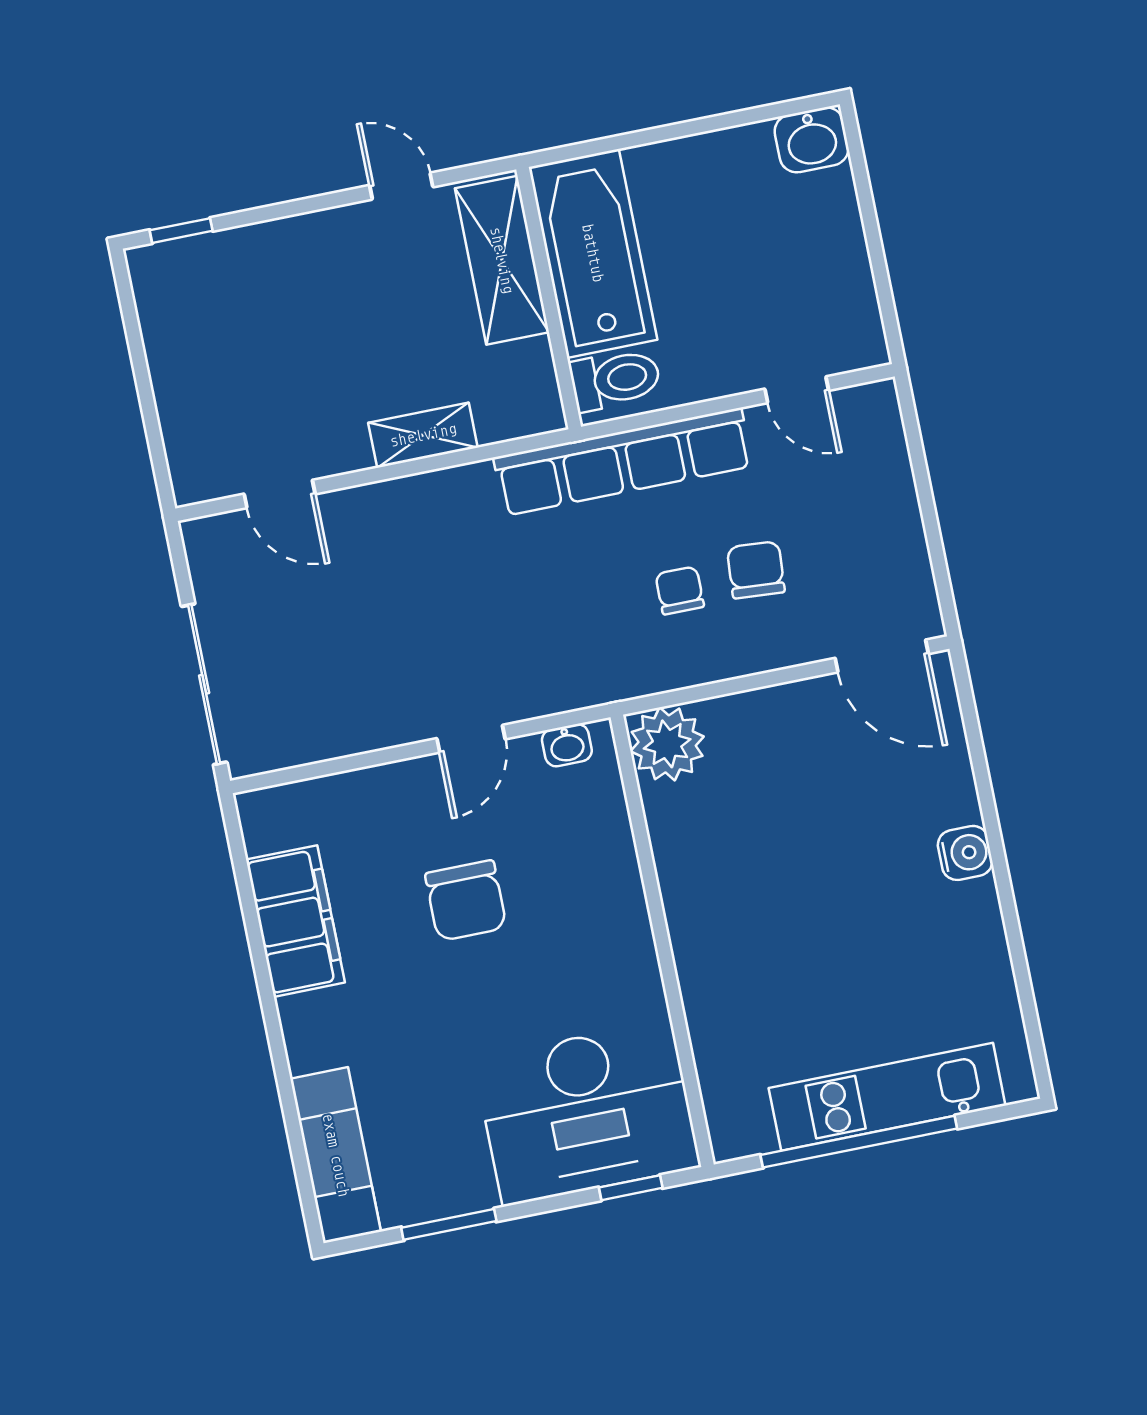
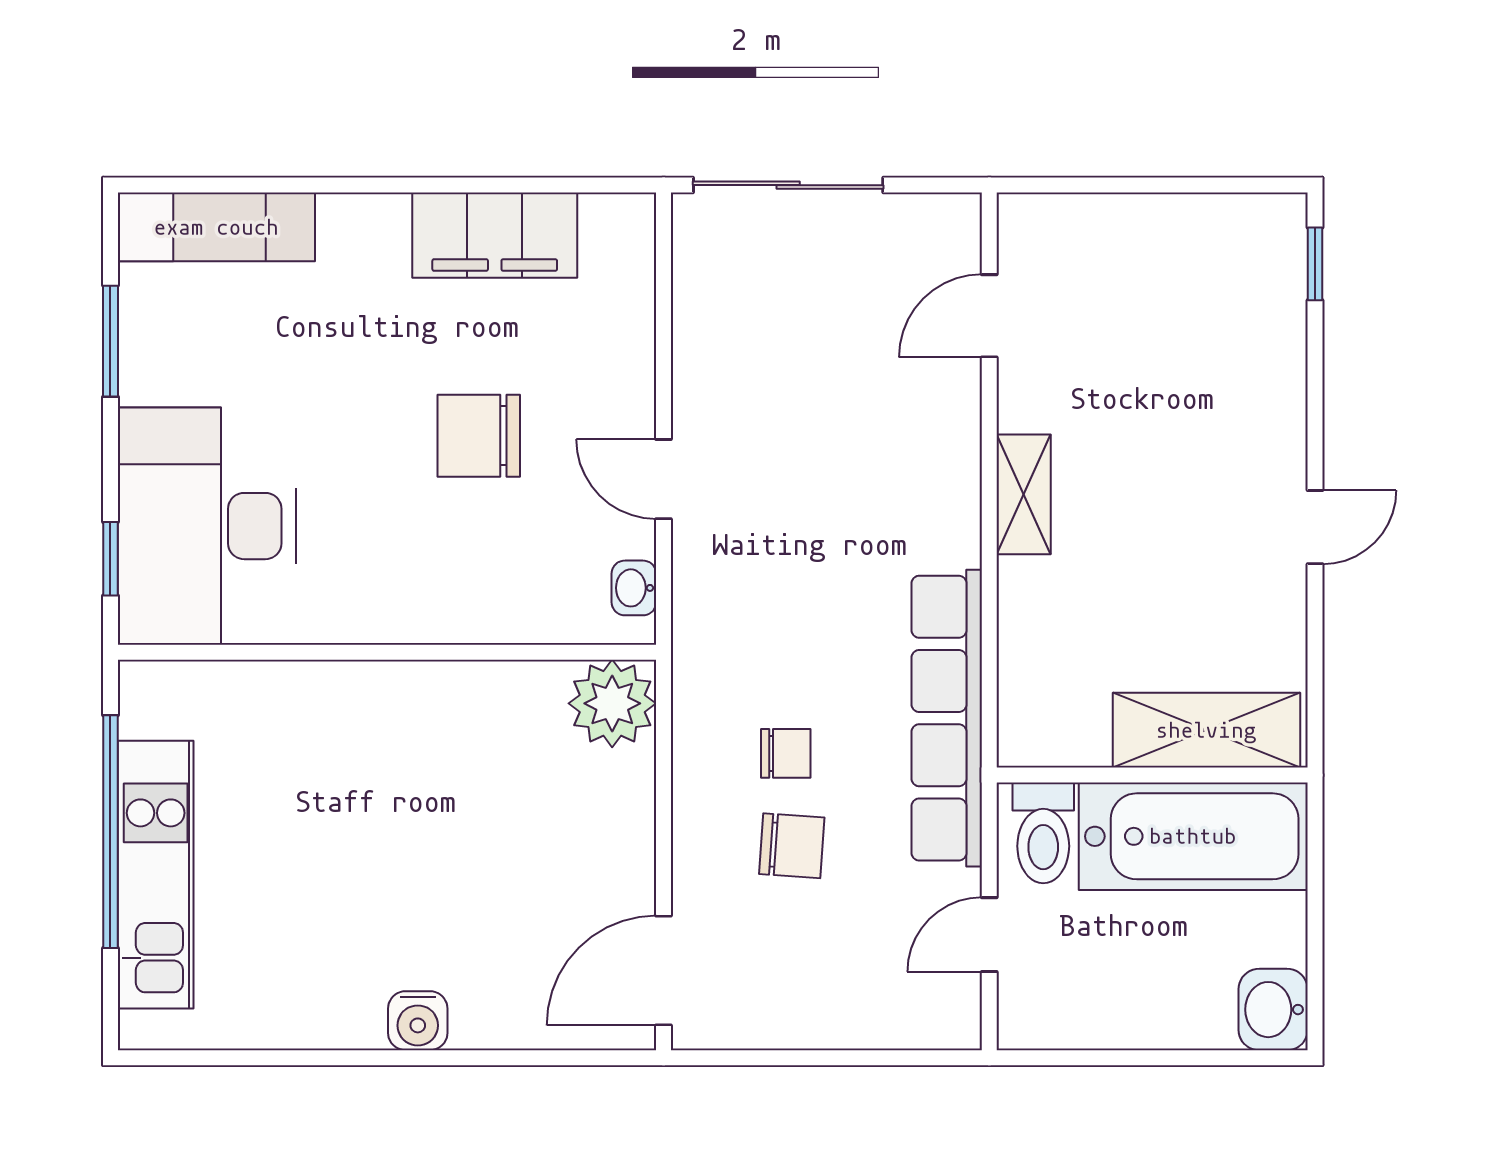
bathtub: (593, 253) -> (1193, 836), moved
shelving: (502, 260) -> (1206, 730), moved
wall: (549, 298) -> (1152, 775), moved
toilet: (615, 379) -> (1043, 833), moved

